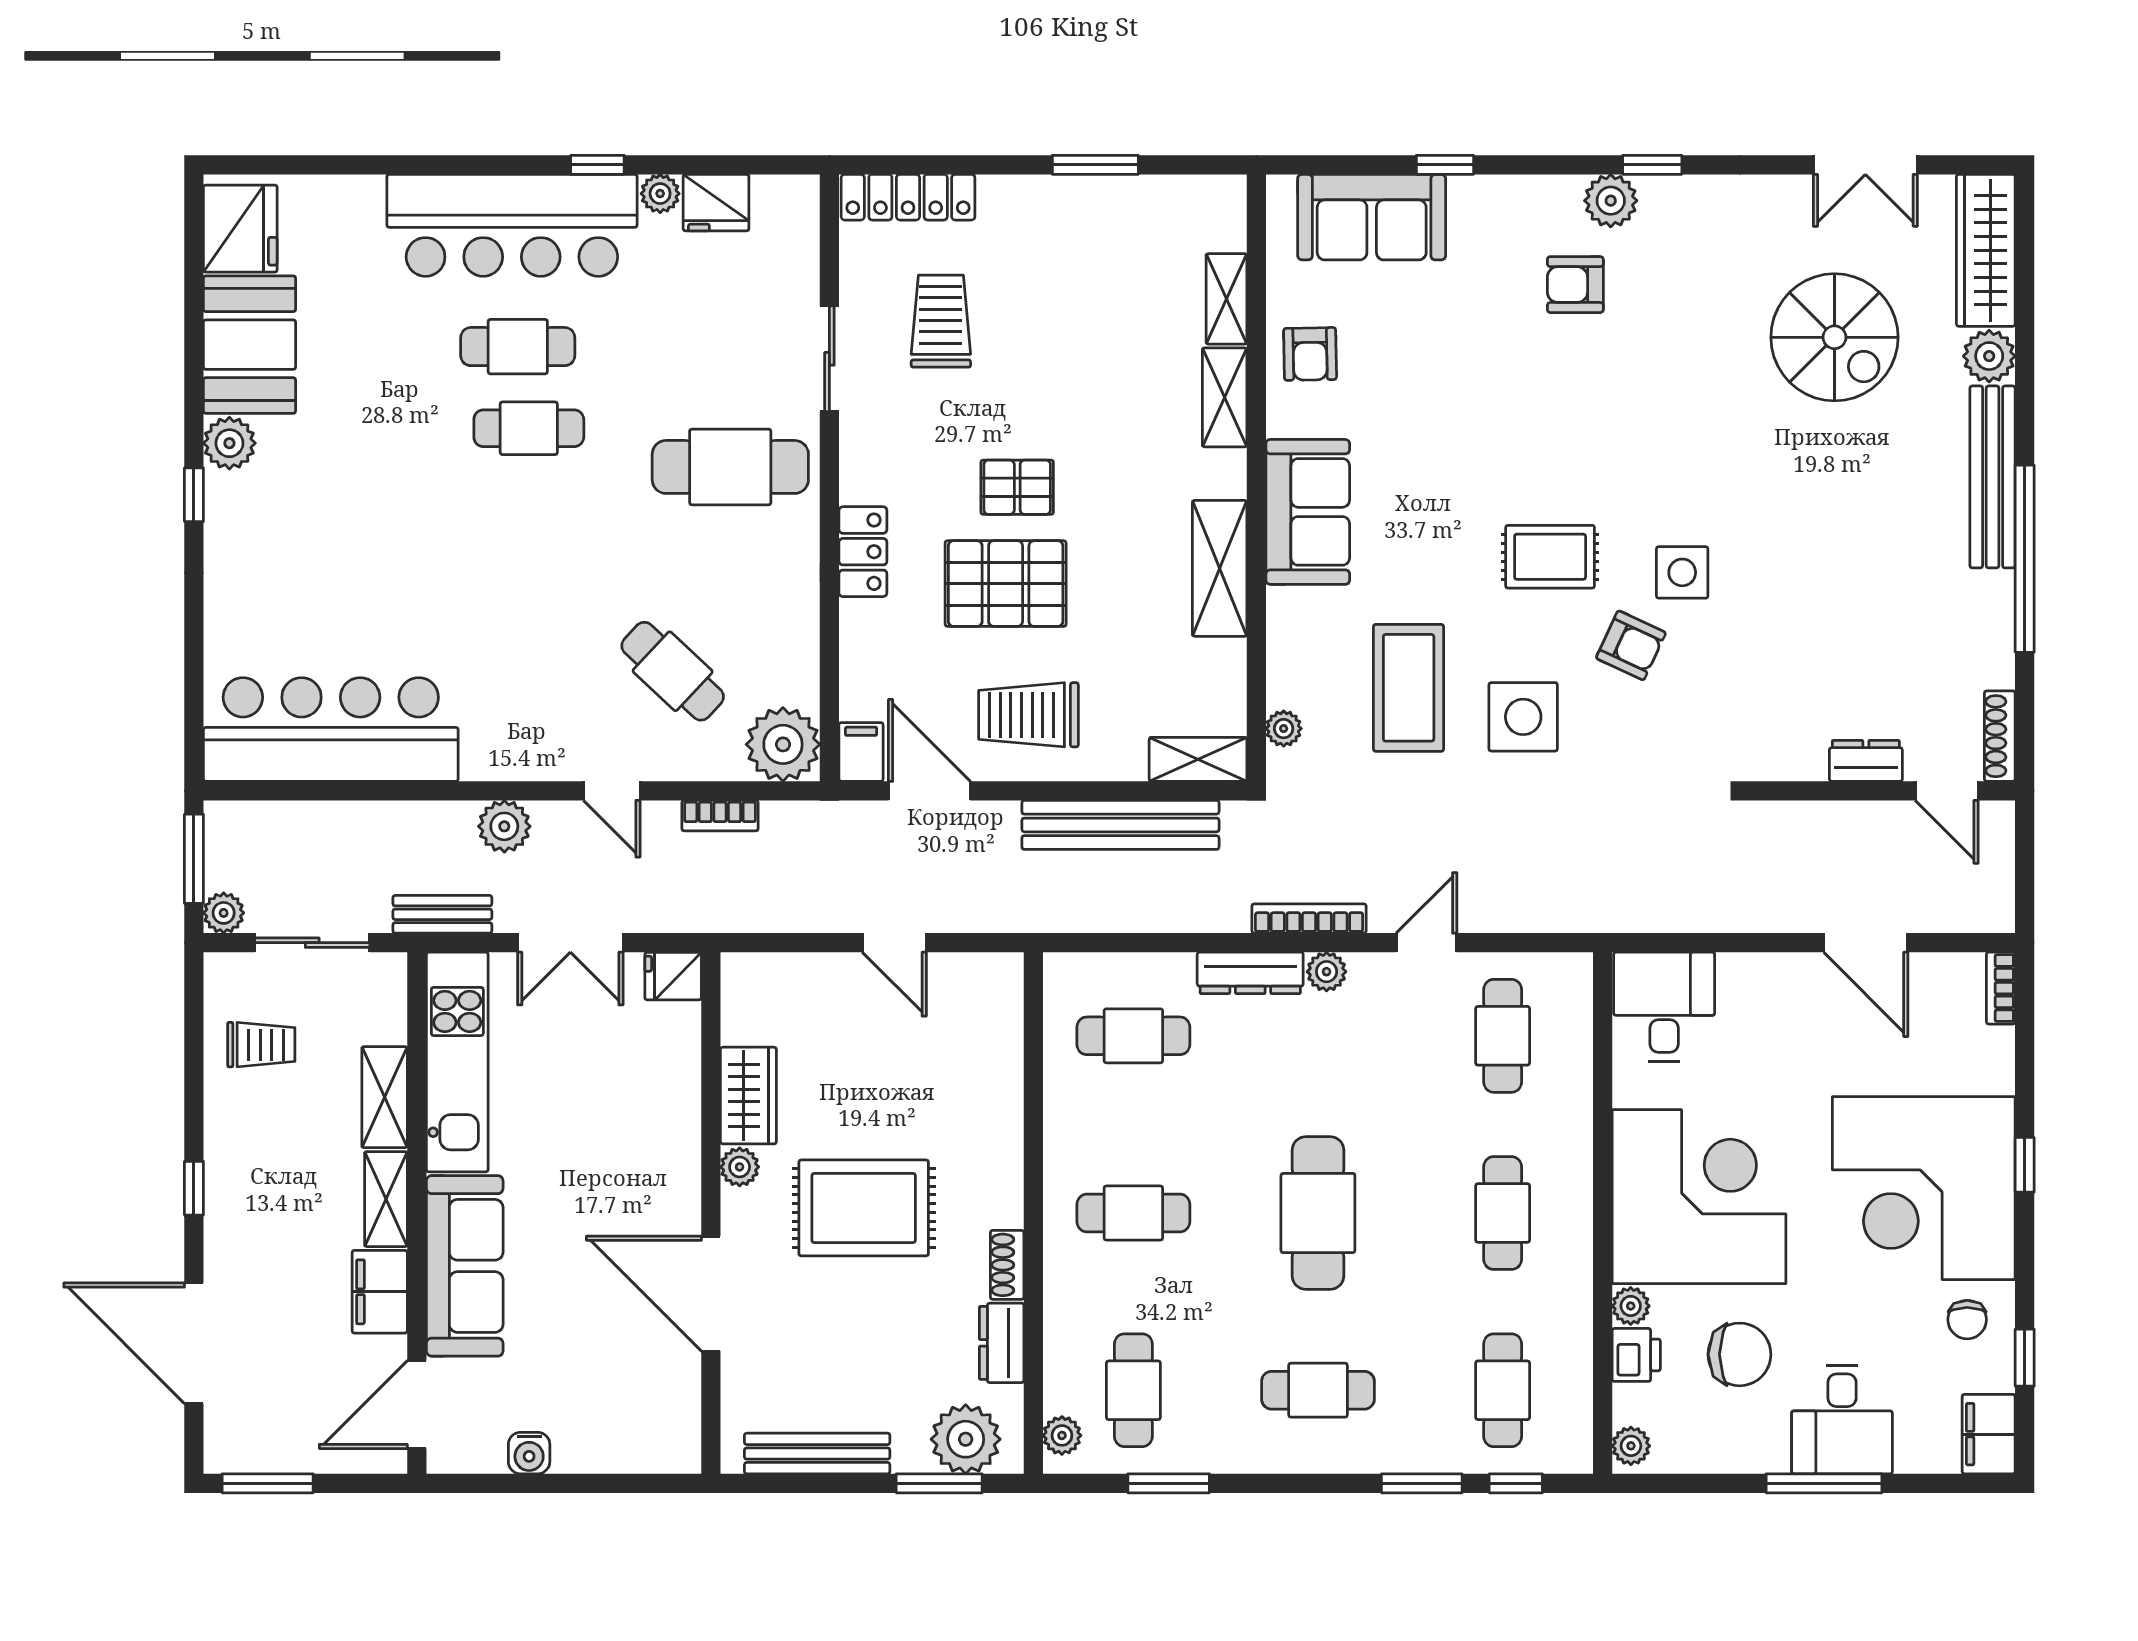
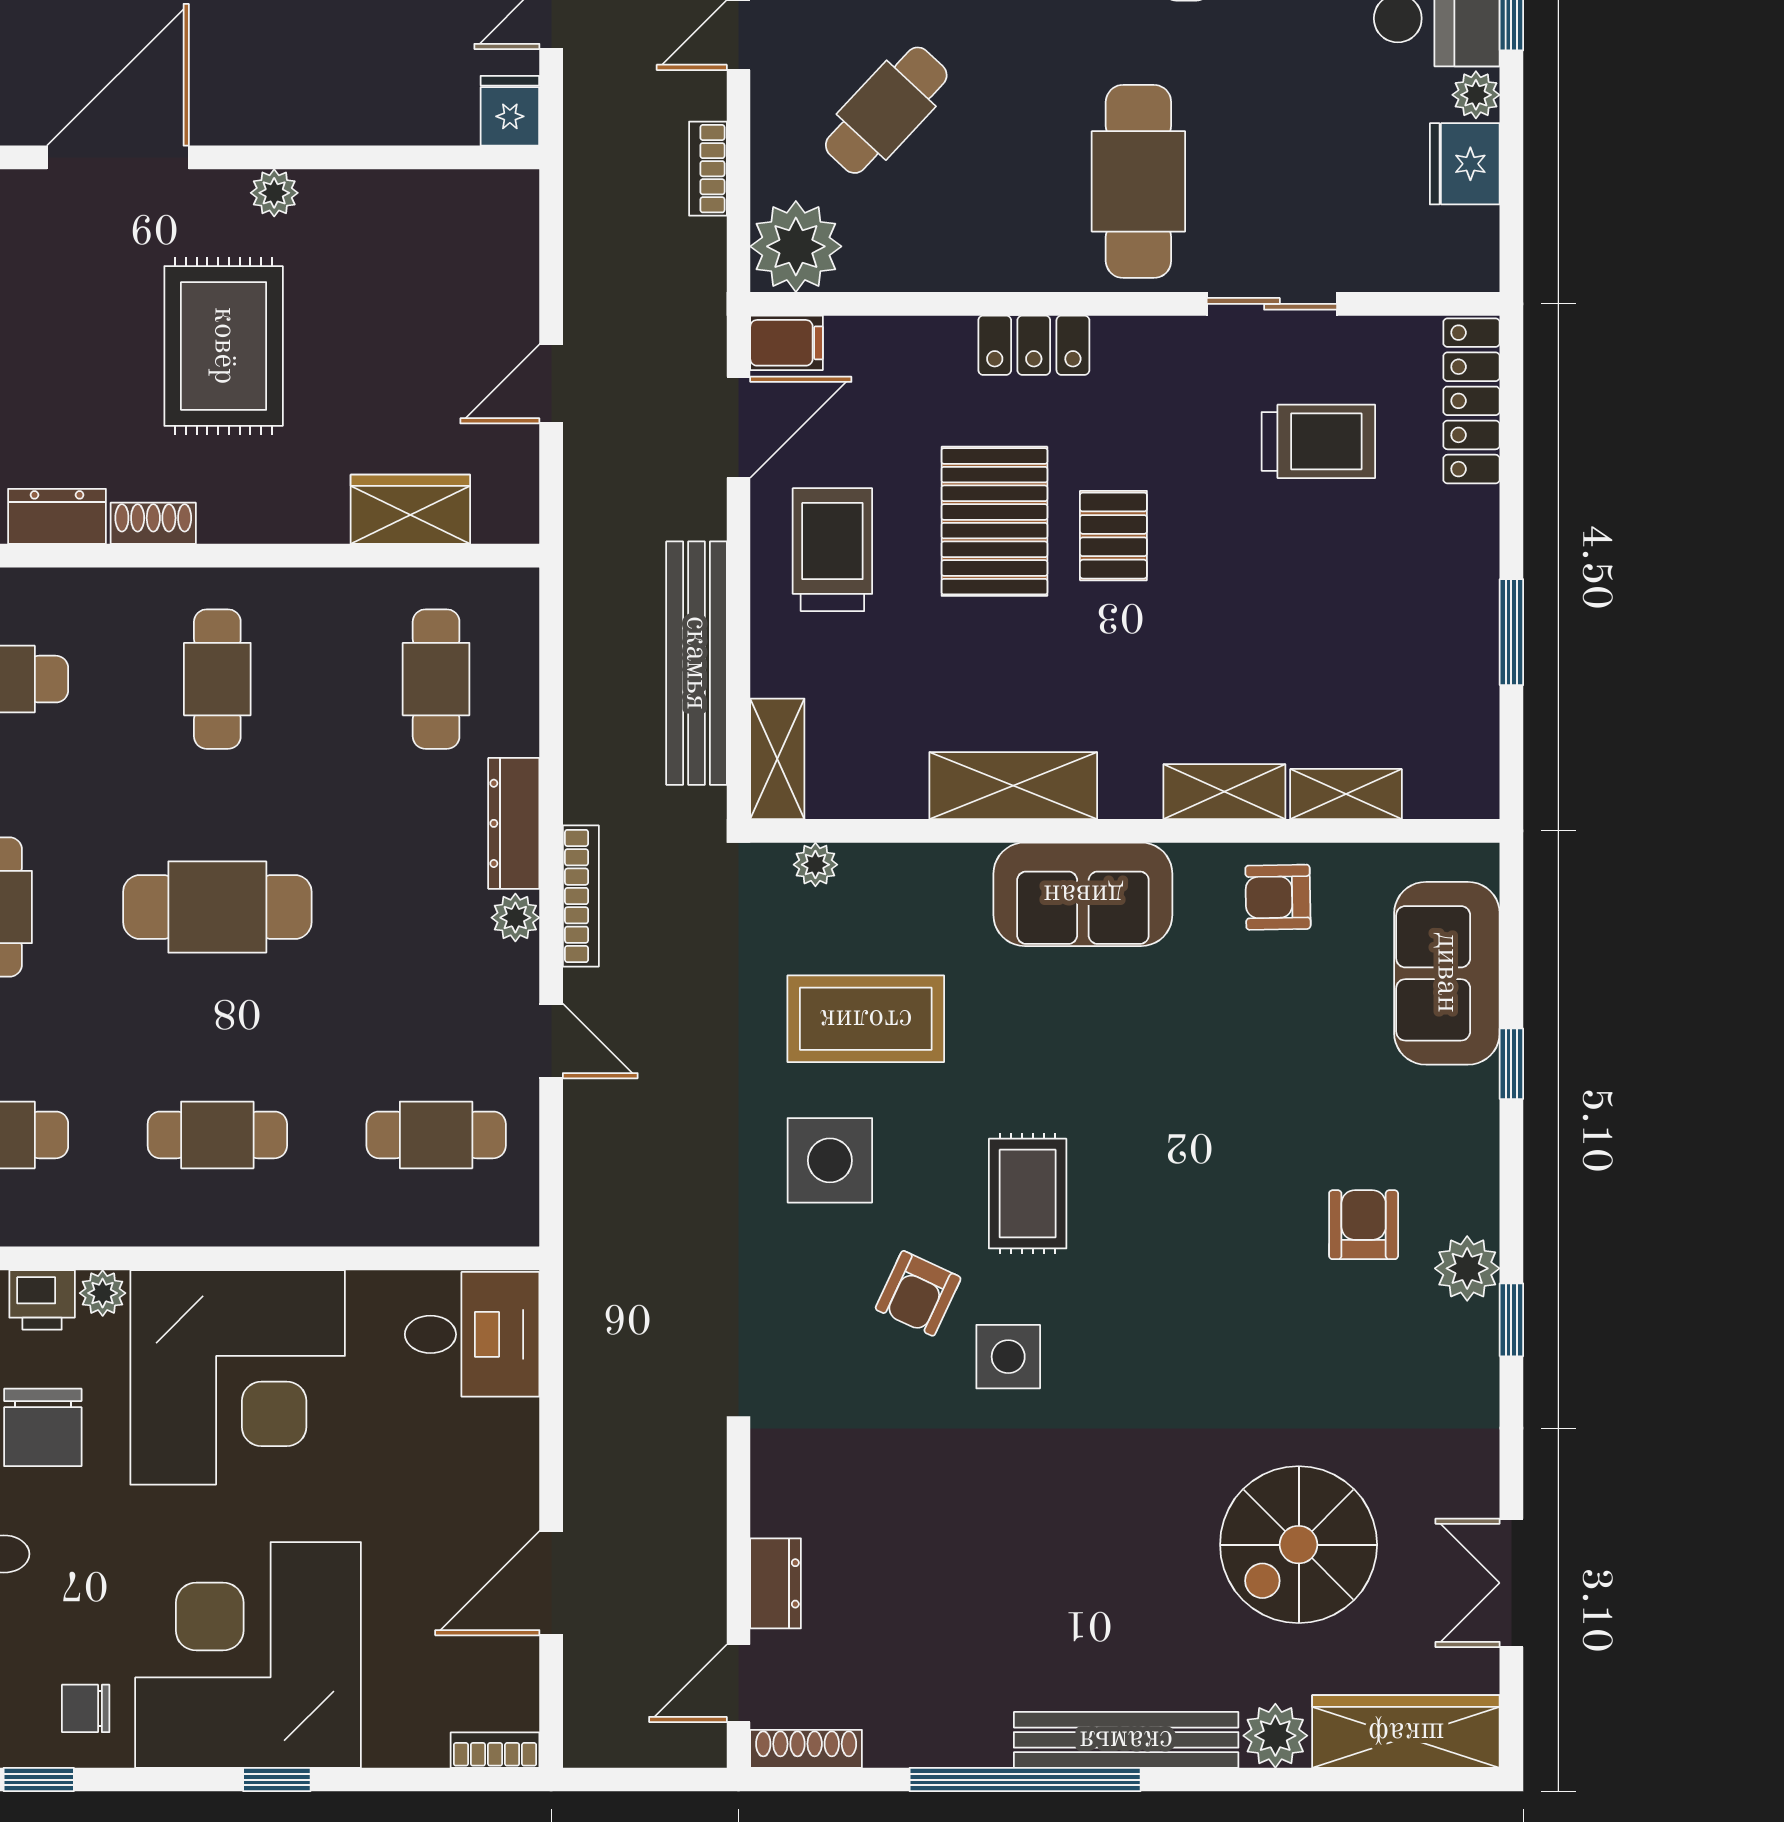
wardrobe: (748, 1096) -> (410, 509), moved, turned 180

